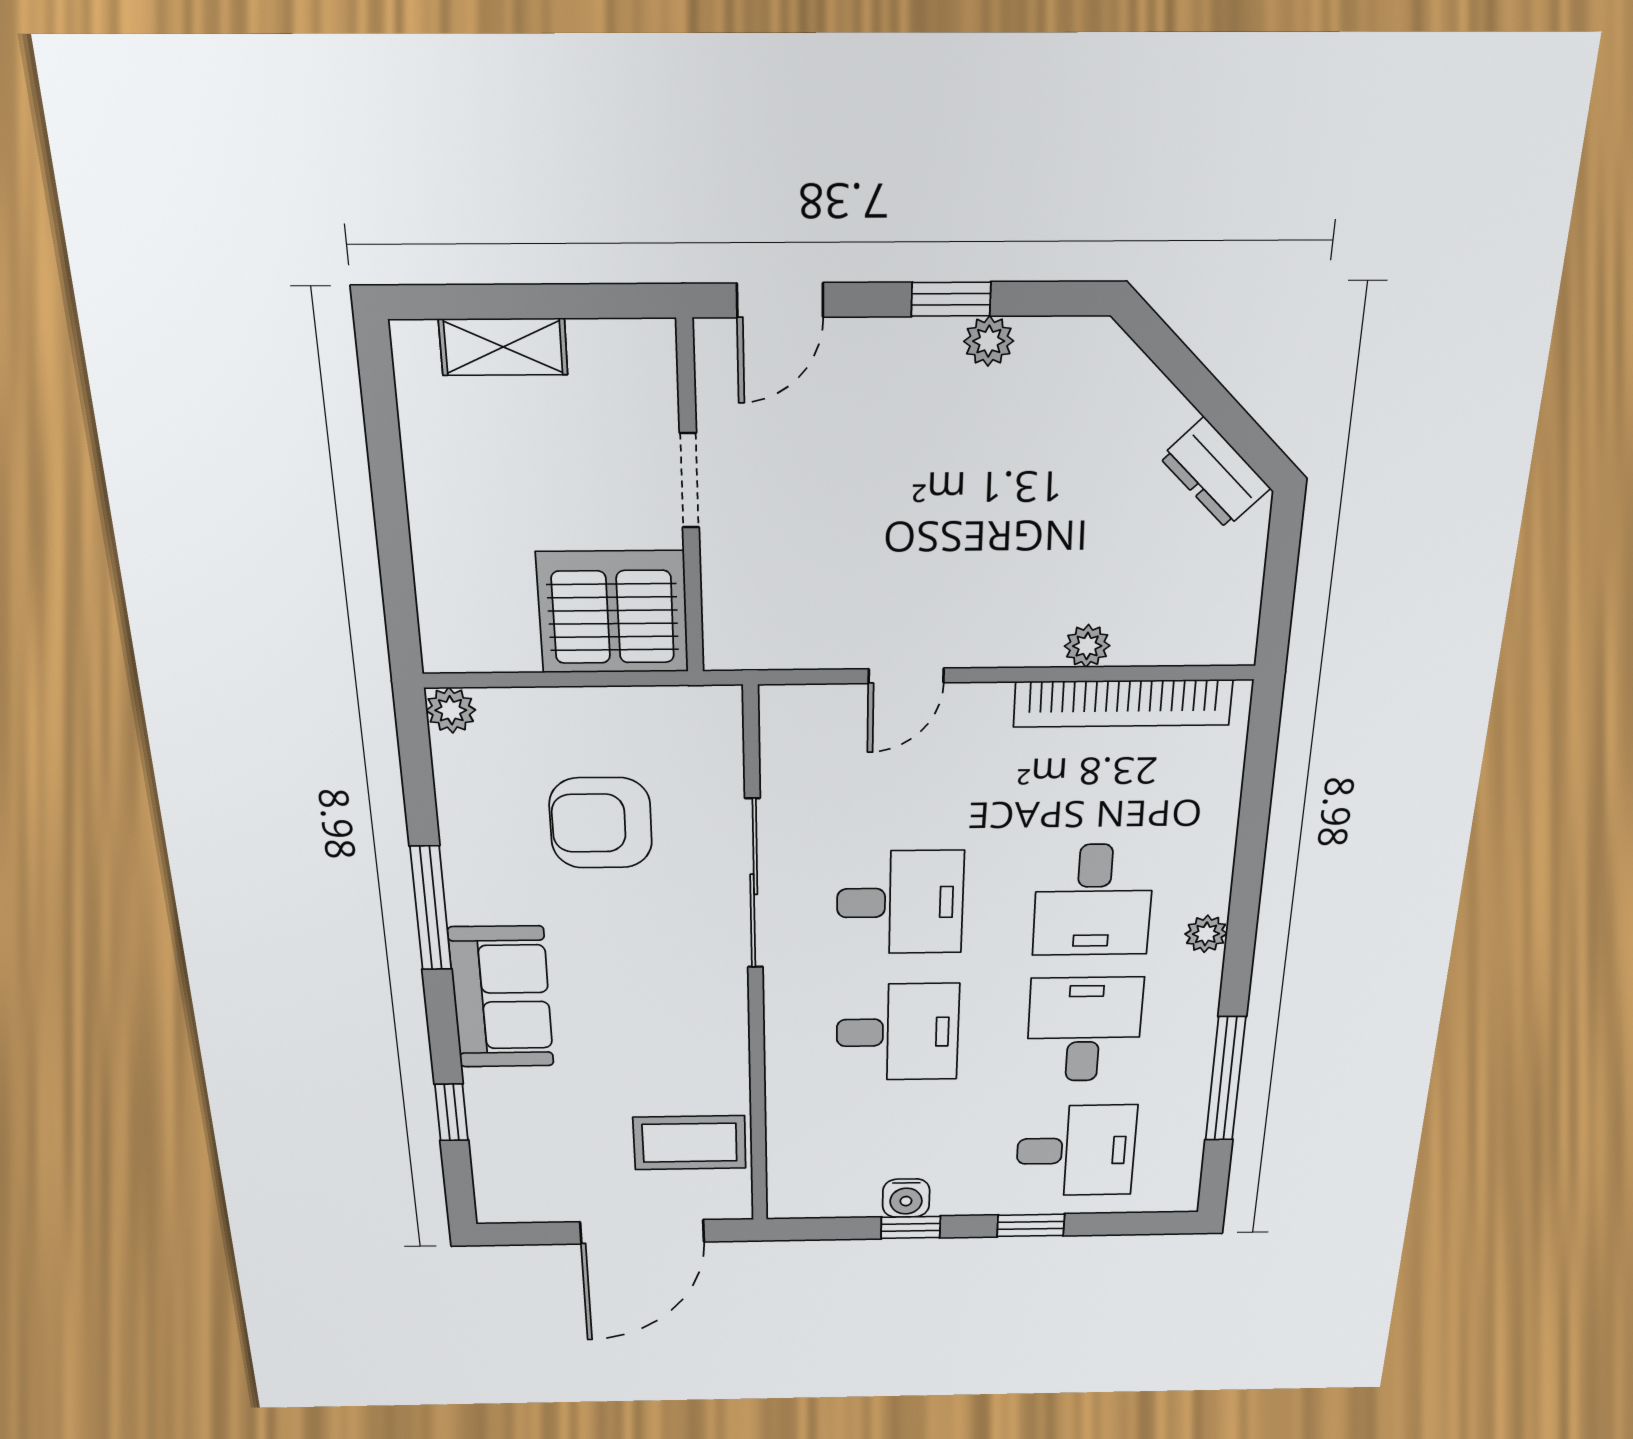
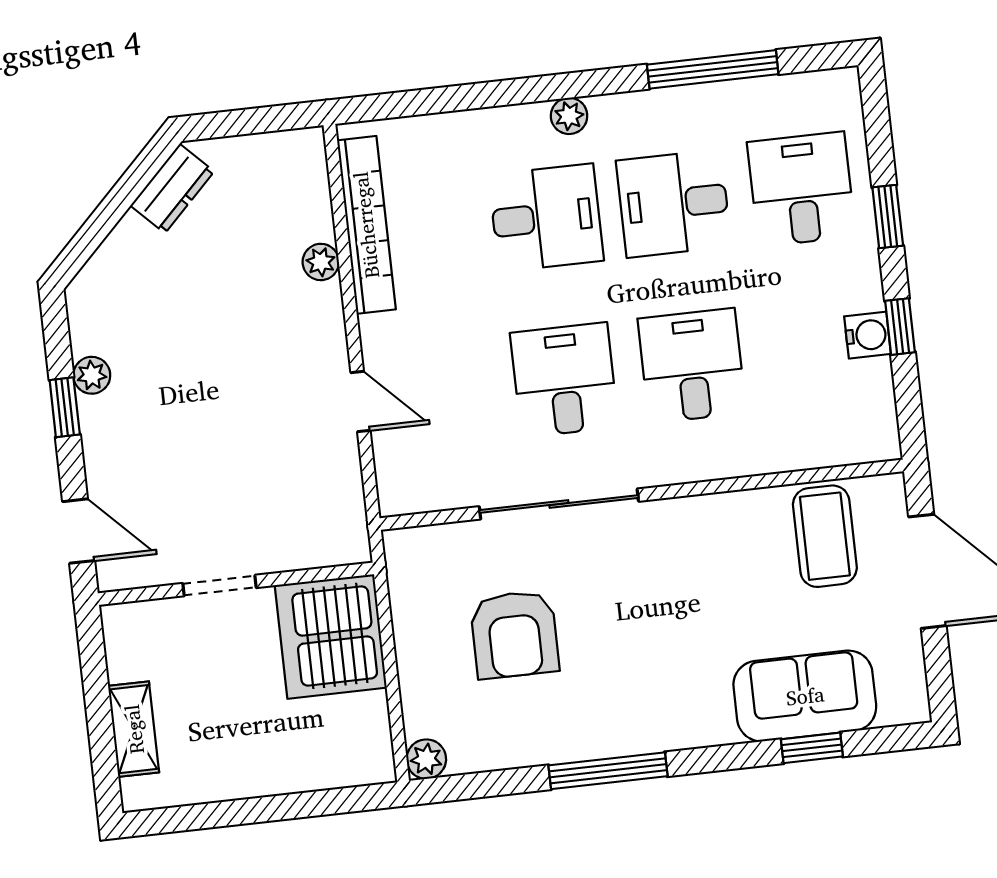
sofa: (501, 997) -> (805, 696), moved

